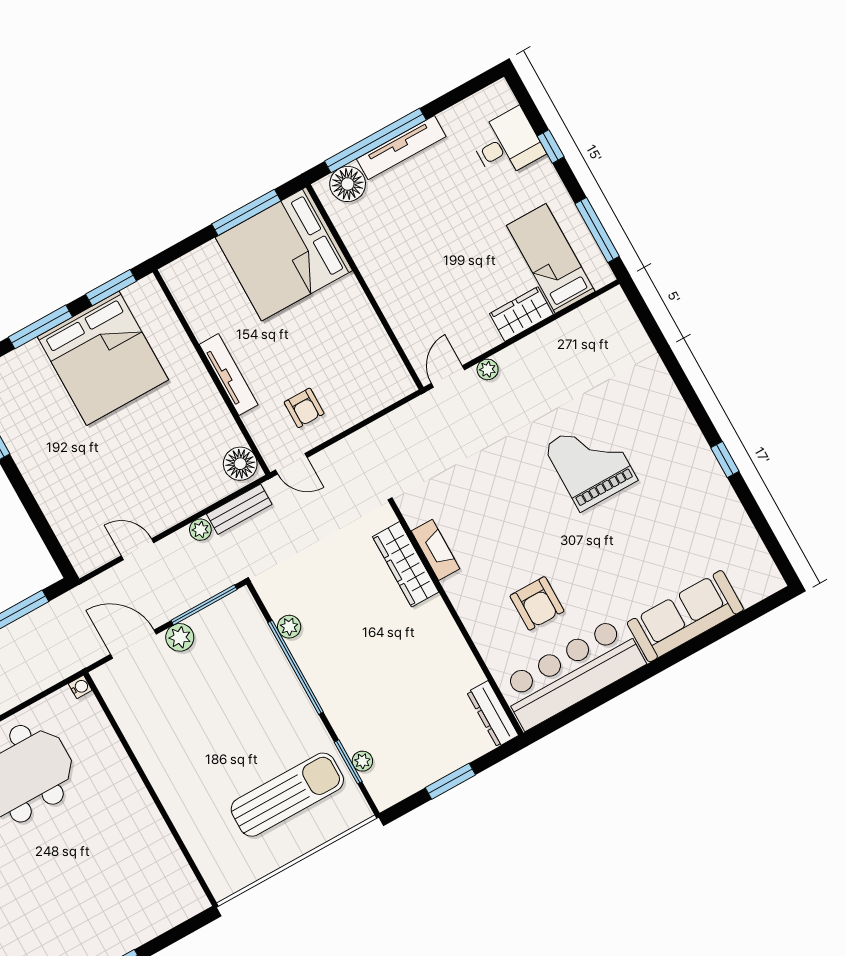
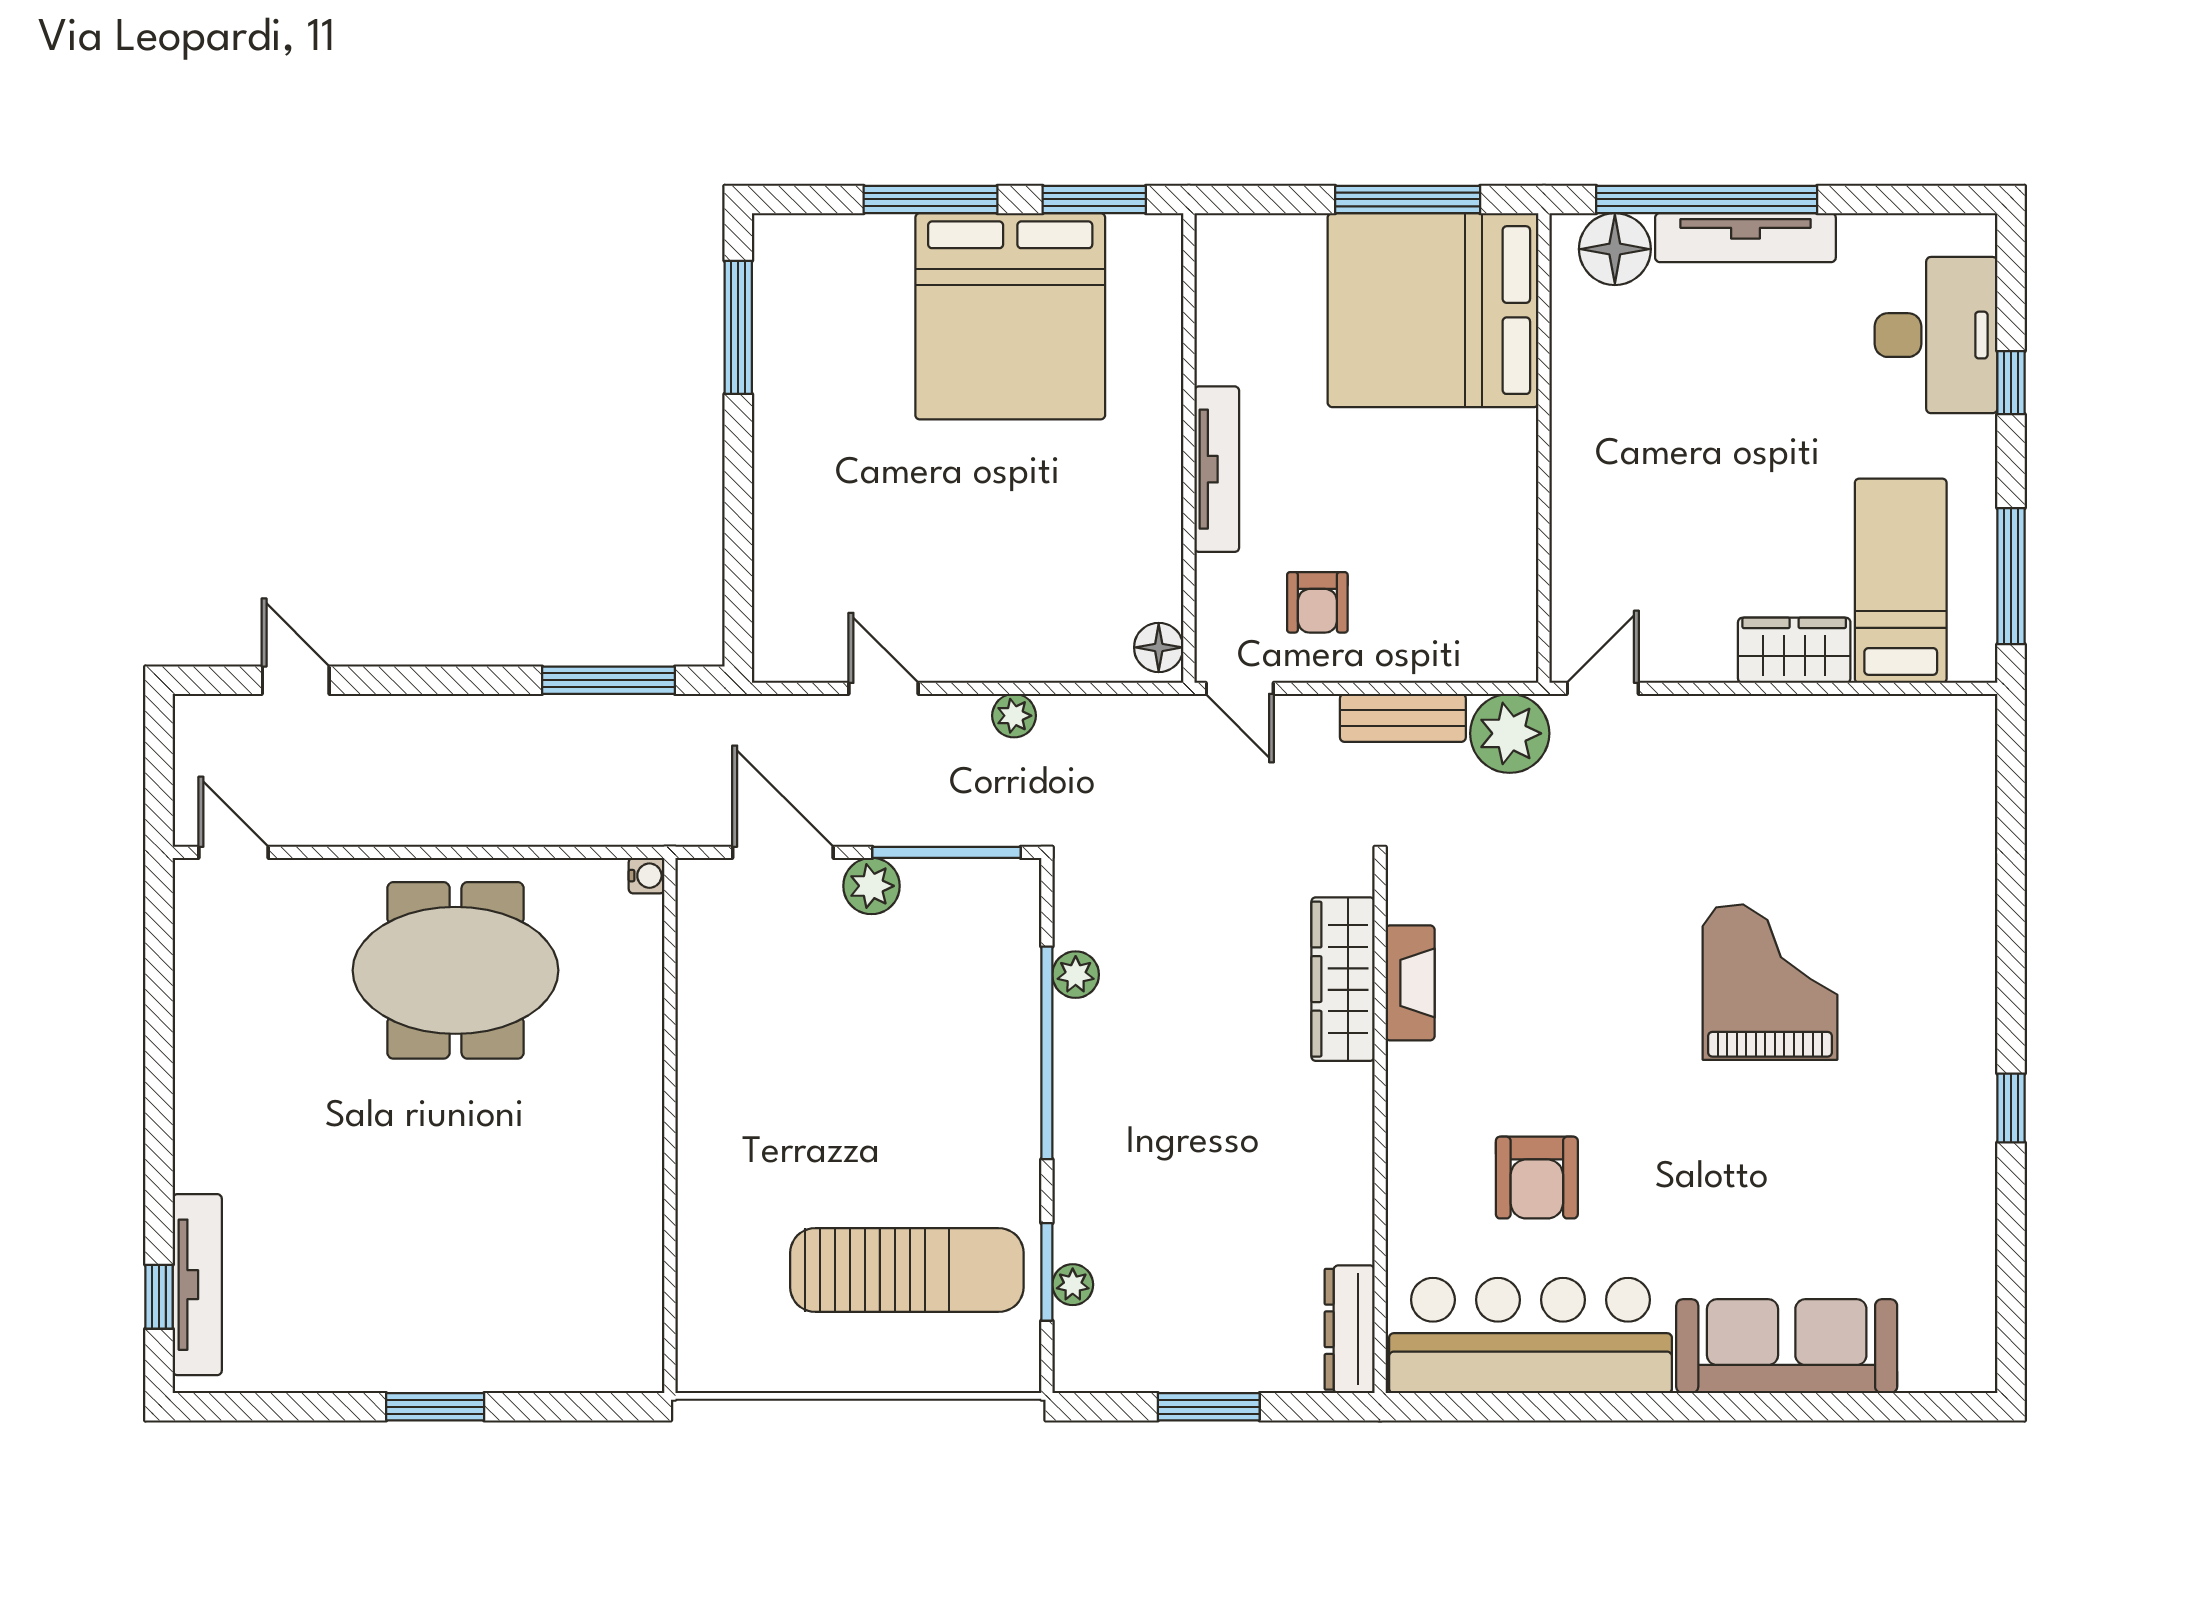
desk: (507, 144) -> (1936, 335), width x1.37
plant: (488, 369) -> (1510, 733), moved, width x1.88, depth x1.88
floor lamp: (240, 464) -> (1159, 647), width x0.73, depth x0.73
bench: (239, 509) -> (1403, 718), moved

